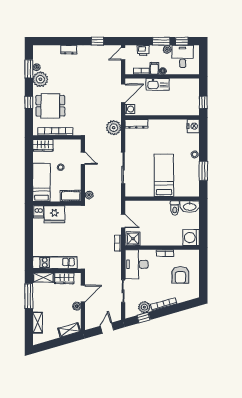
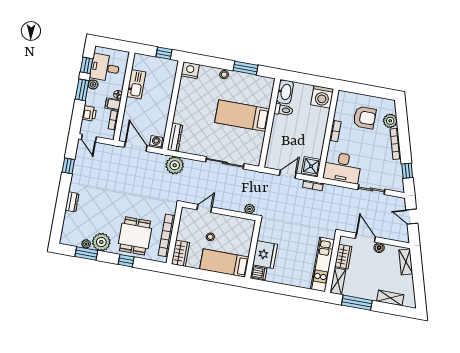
kitchen sink: (158, 84) -> (136, 84), moved
cot: (71, 196) -> (247, 231), removed
plant: (144, 307) -> (390, 121), moved

